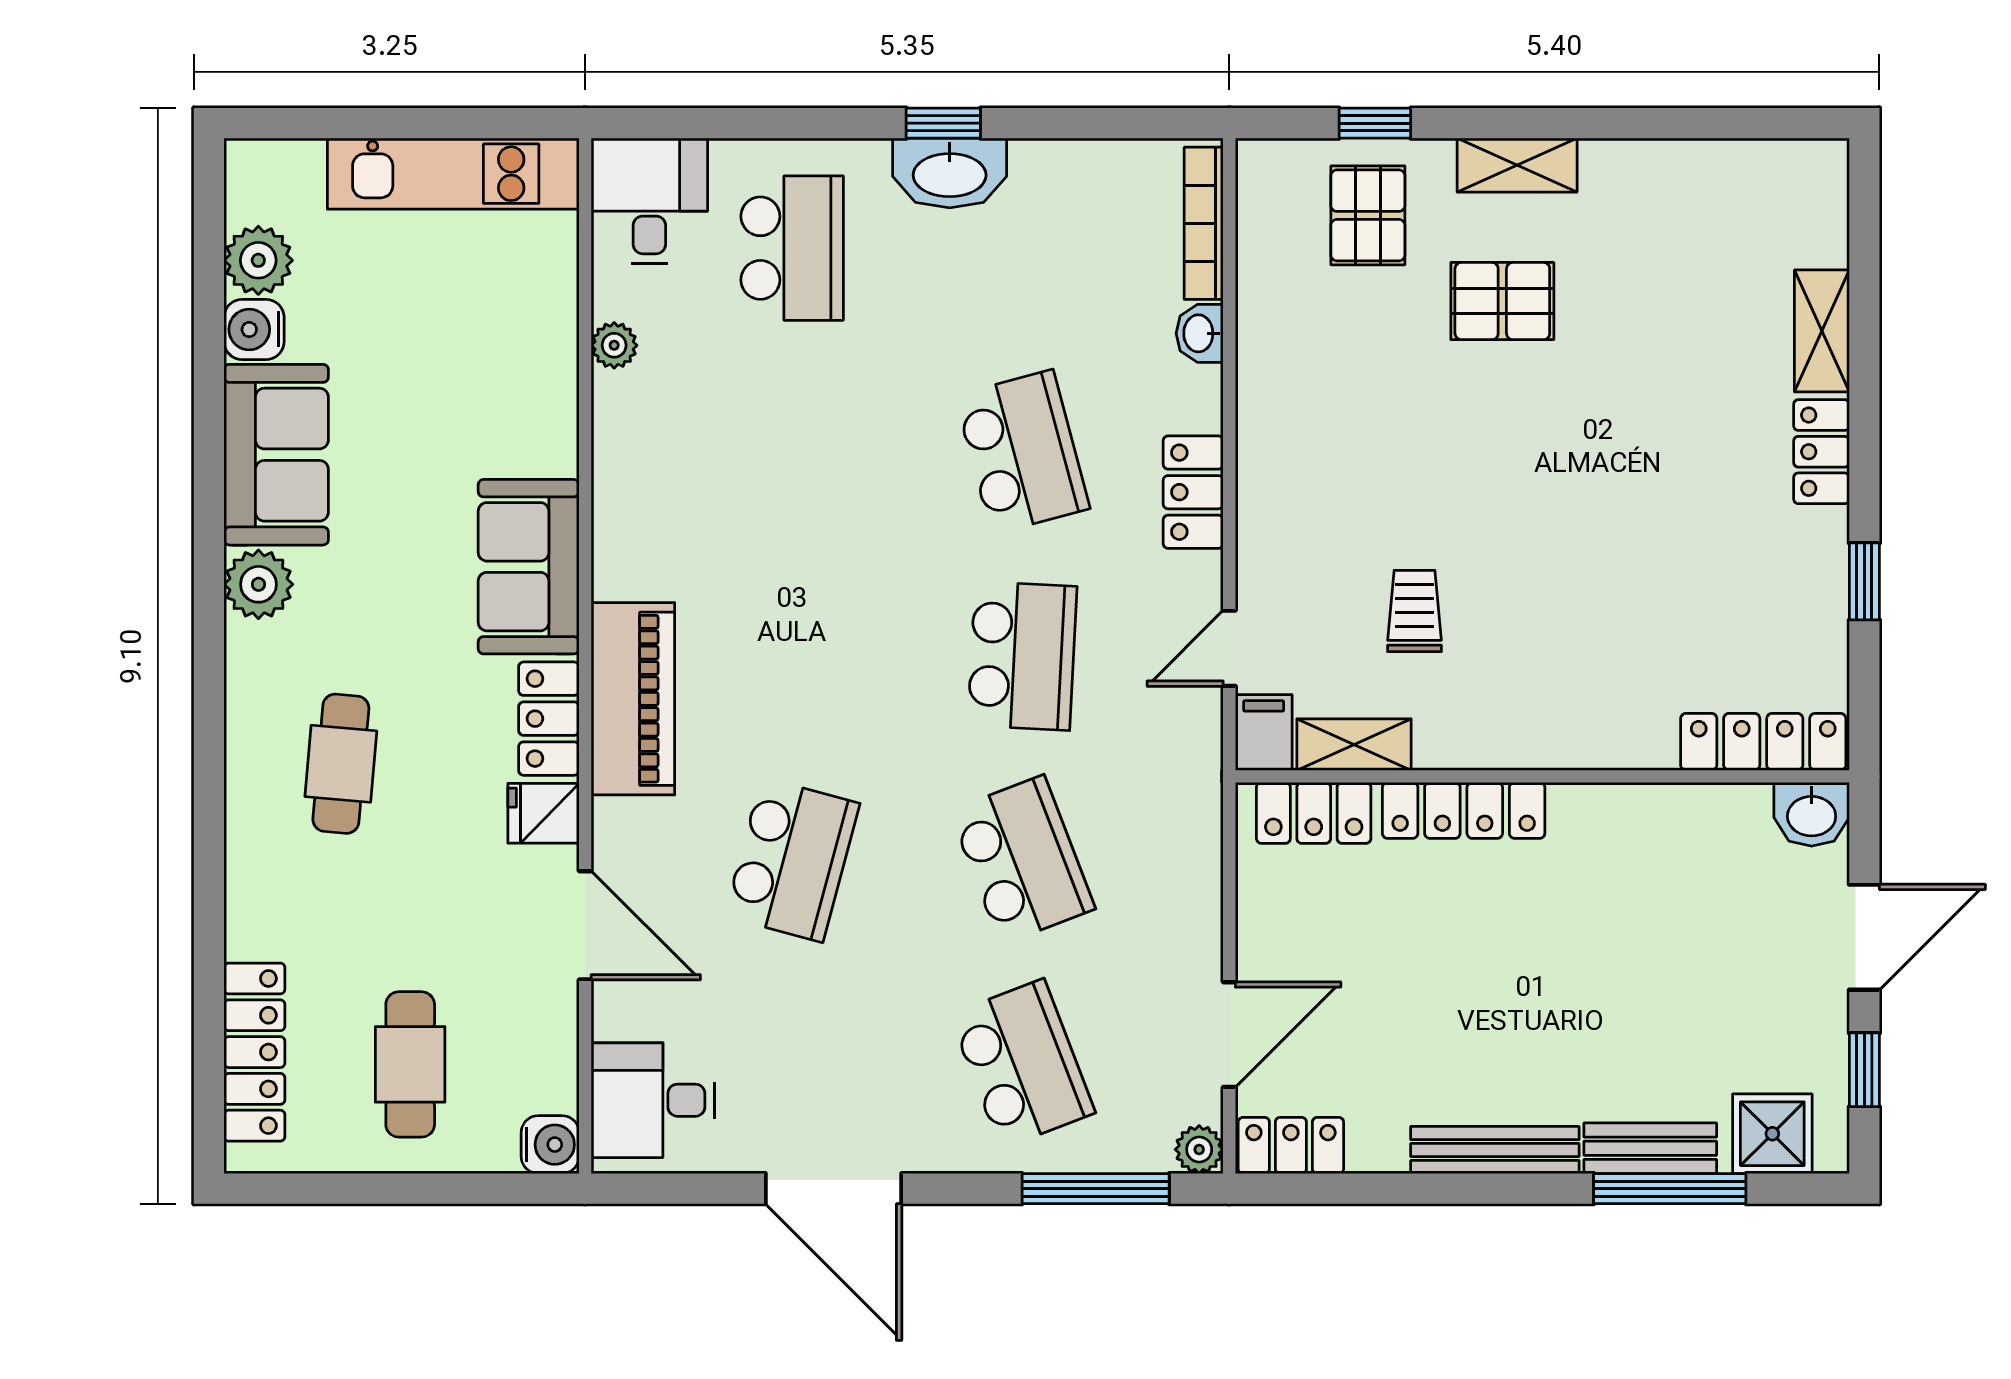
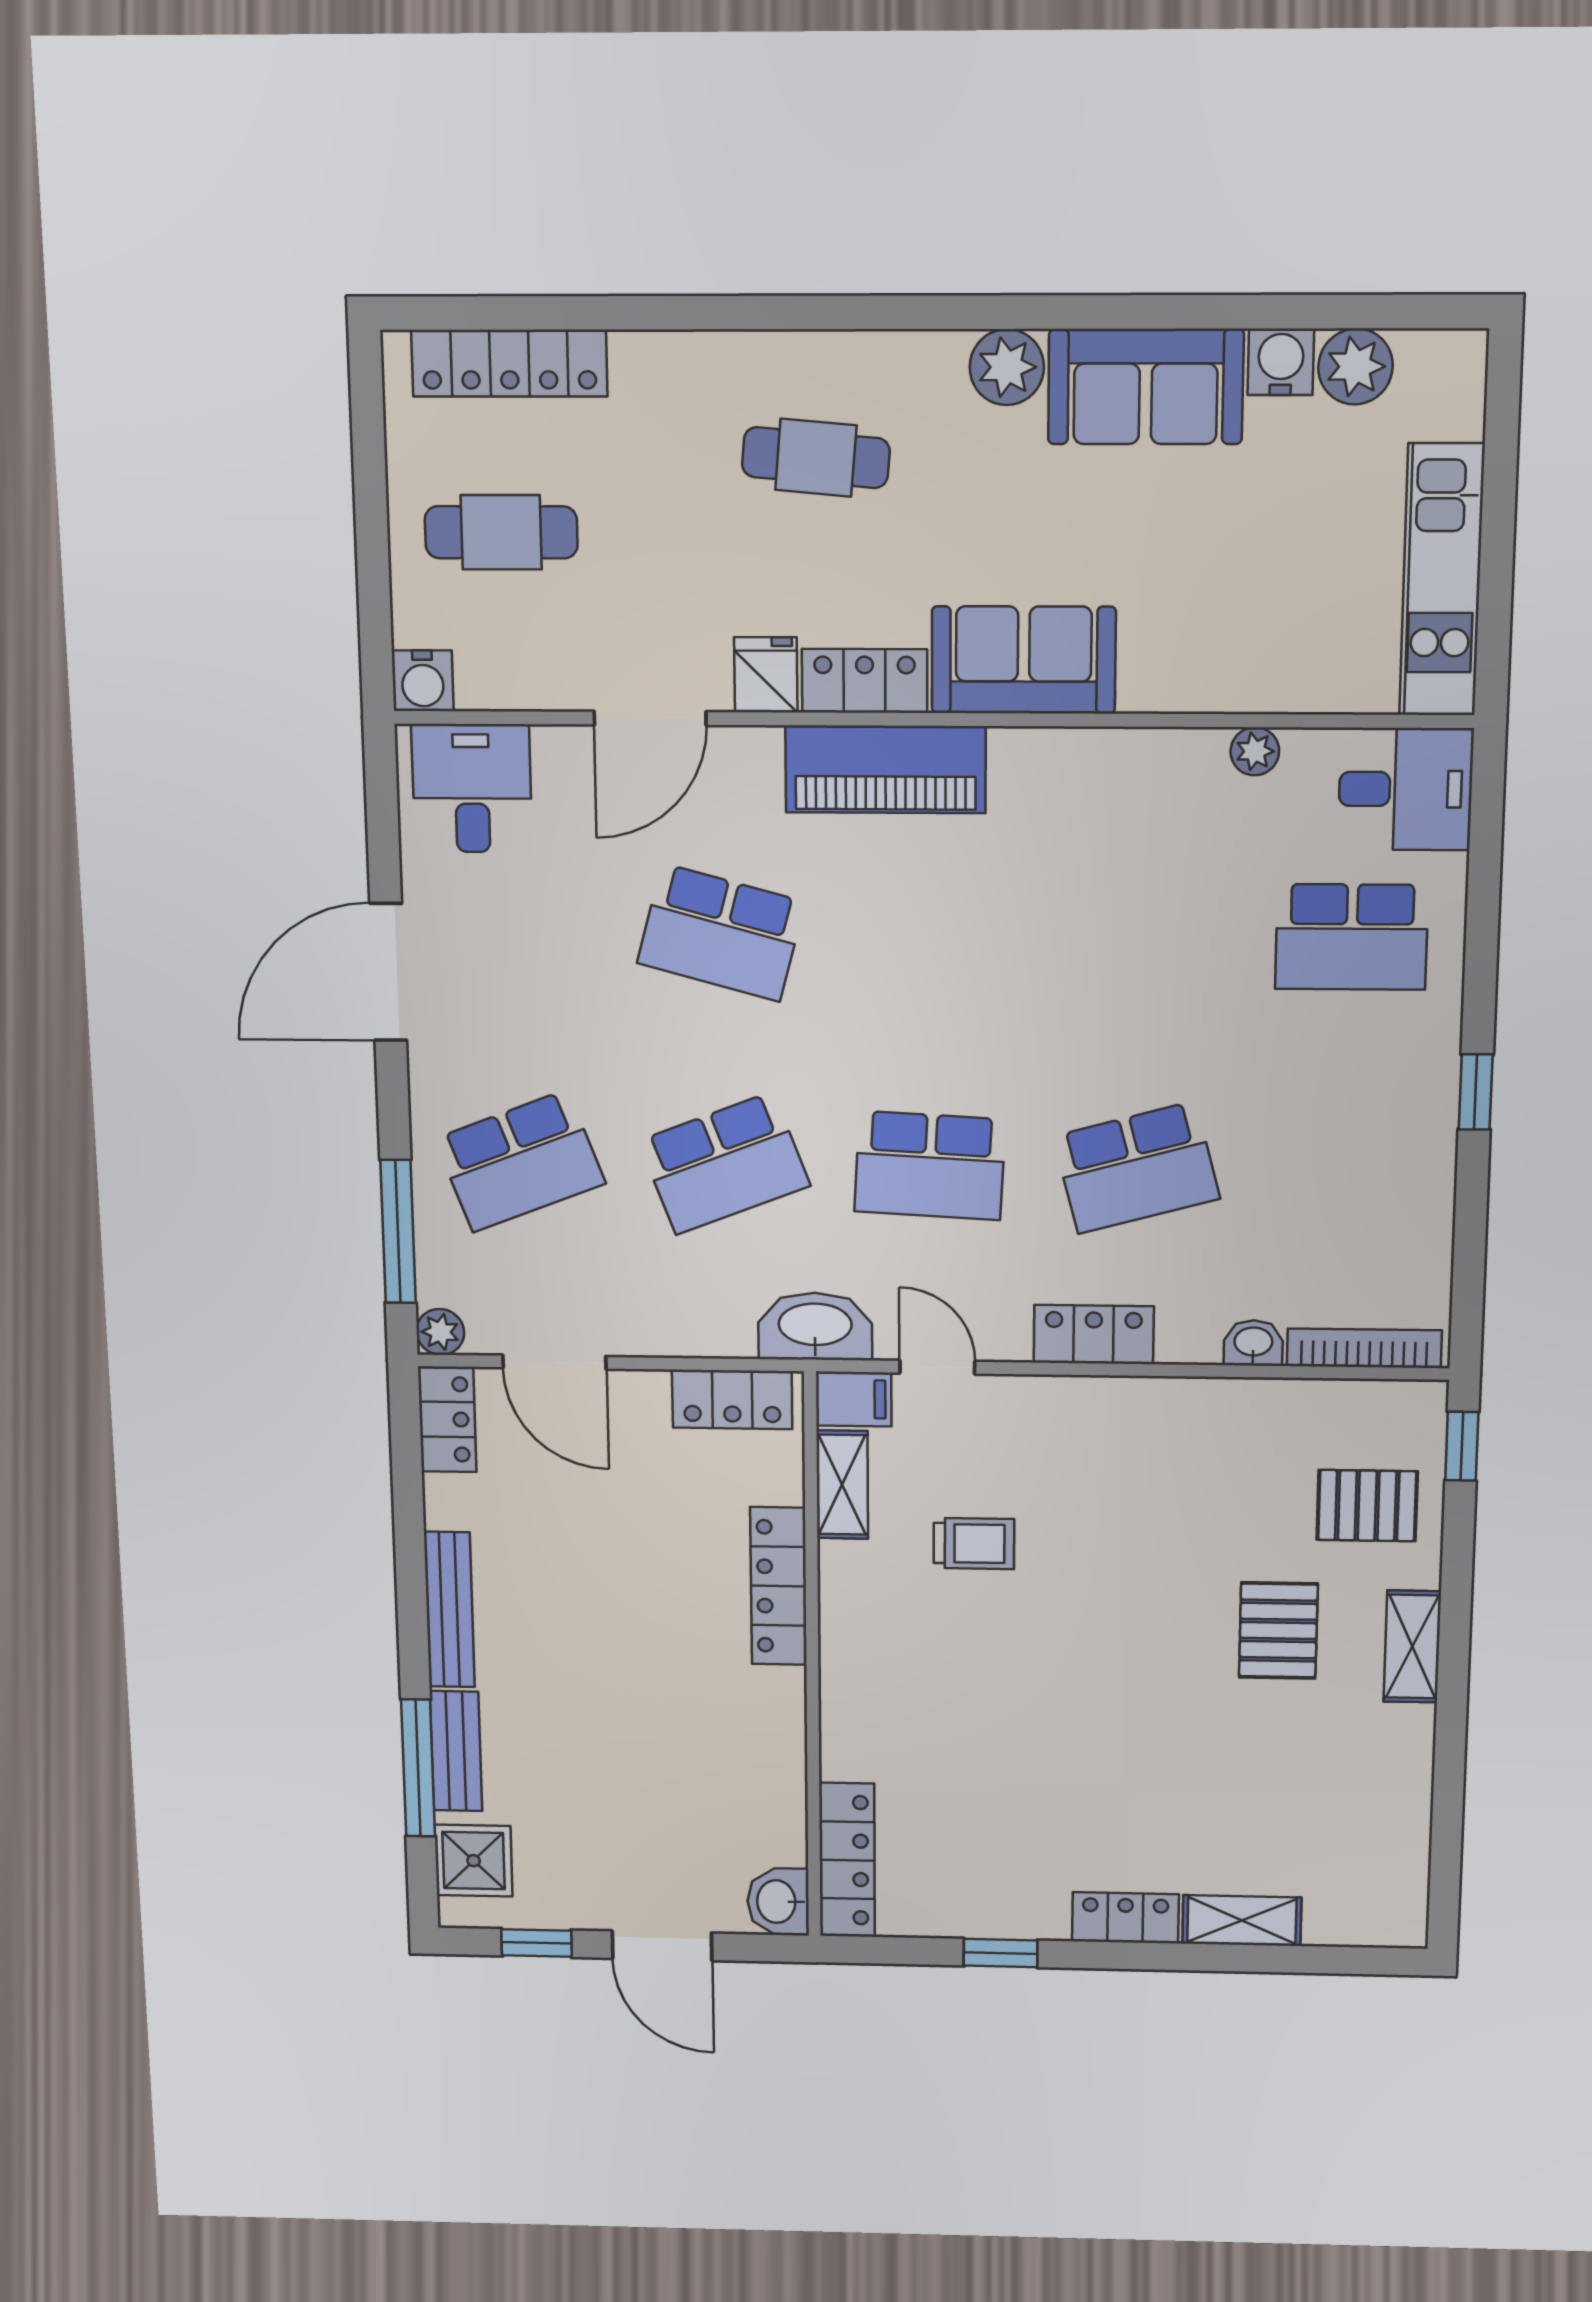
window: (1375, 123) -> (1462, 1446), moved
washbasin: (950, 173) -> (815, 1326), moved, turned 90
locker: (1314, 813) -> (732, 1399), moved, turned -90

